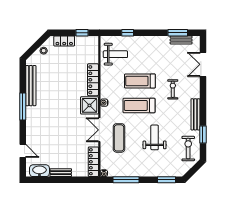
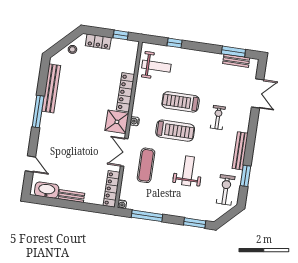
double door: (203, 64) -> (258, 93), swing flipped
treadmill: (139, 105) -> (175, 131), turned 180

